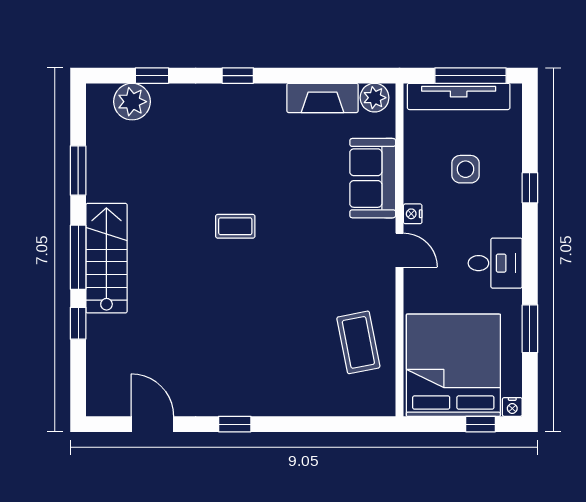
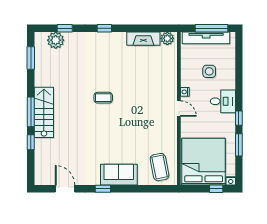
window: (78, 171) -> (31, 58), moved
sofa: (373, 178) -> (119, 175), moved, turned 90
window: (530, 188) -> (239, 118), moved
desk: (495, 263) -> (223, 101), moved
coffee table: (358, 342) -> (160, 167), moved

